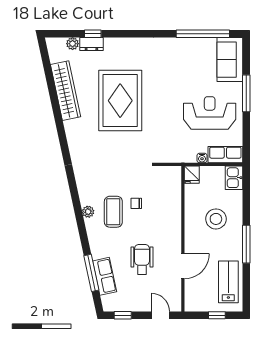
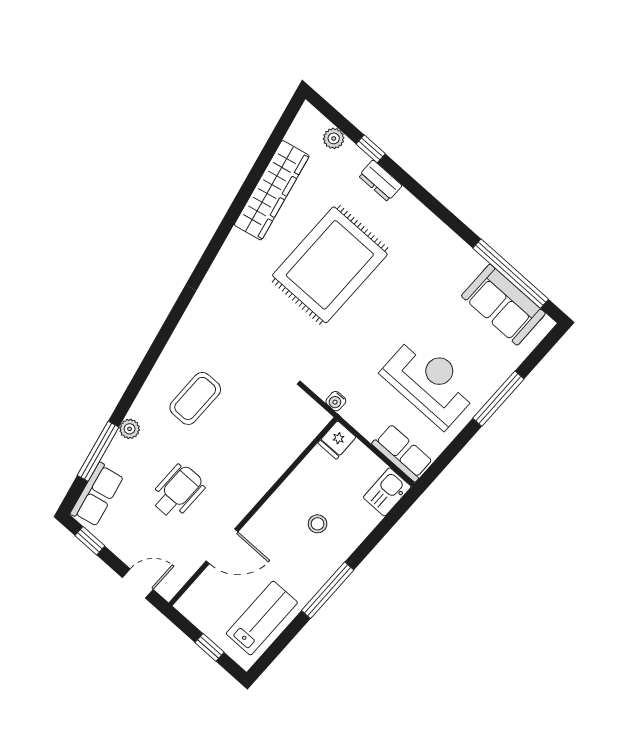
dresser: (91, 44) -> (380, 181), moved
sofa: (230, 60) -> (503, 305), moved, turned -90
water cooler: (202, 158) -> (336, 401), moved
chair: (136, 203) -> (234, 414), removed
plant: (88, 212) -> (130, 429), moved
stool: (216, 219) -> (318, 524), width x0.53, depth x0.53
row of seats: (105, 276) -> (97, 495), moved
door: (160, 315) -> (138, 583), hinge flipped

